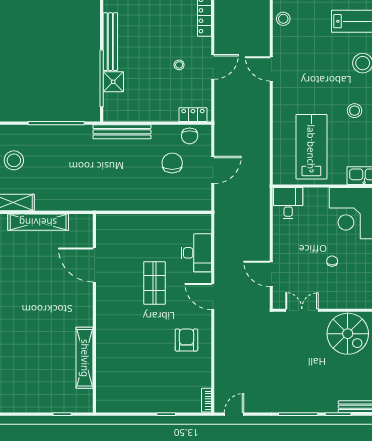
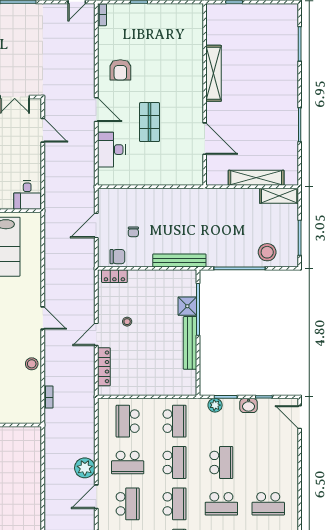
door: (213, 67) -> (96, 334), moved
chair: (190, 136) -> (117, 257), turned 90
stool: (14, 160) -> (267, 252), moved
chair: (172, 163) -> (133, 232), width x0.54, depth x0.54
shelving: (85, 358) -> (214, 73), moved

